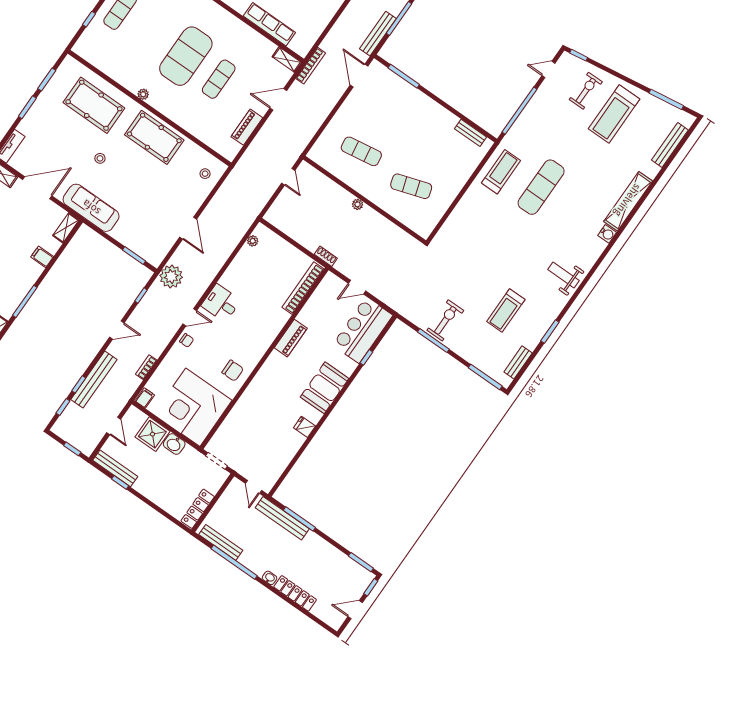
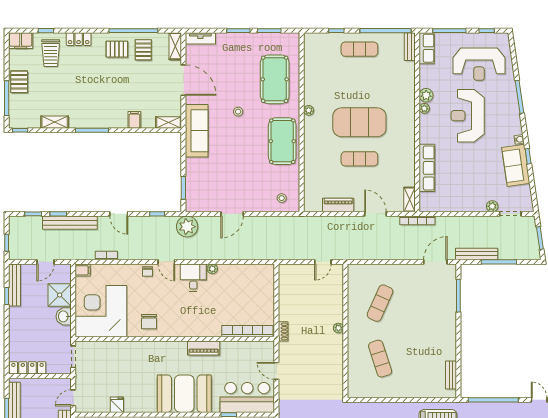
exercise mat: (361, 151) -> (380, 303), turned 33
plant: (253, 241) -> (212, 269), moved
booth: (325, 388) -> (184, 394), width x1.36, depth x1.42
fridge: (304, 427) -> (117, 405), moved

